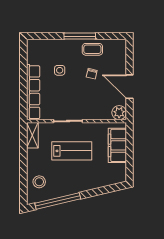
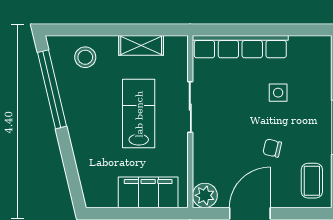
coffee table: (92, 49) -> (312, 181), moved
shelving: (32, 135) -> (141, 45), moved
lab bench: (72, 151) -> (139, 114), turned 180

